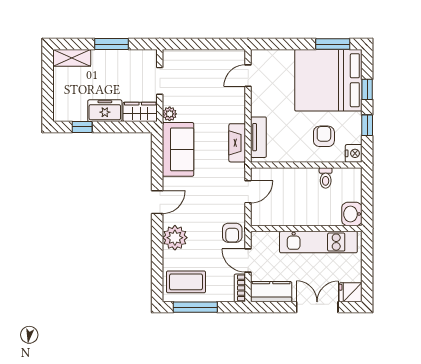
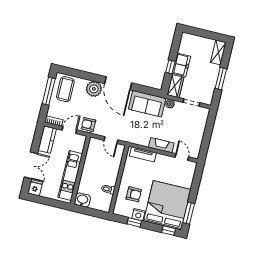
window: (367, 89) -> (169, 231), moved
window: (82, 127) -> (170, 67), moved
fireplace: (237, 143) -> (161, 145), moved
nightstand: (354, 153) -> (138, 215), moved
door: (157, 202) -> (118, 83), width x1.87

